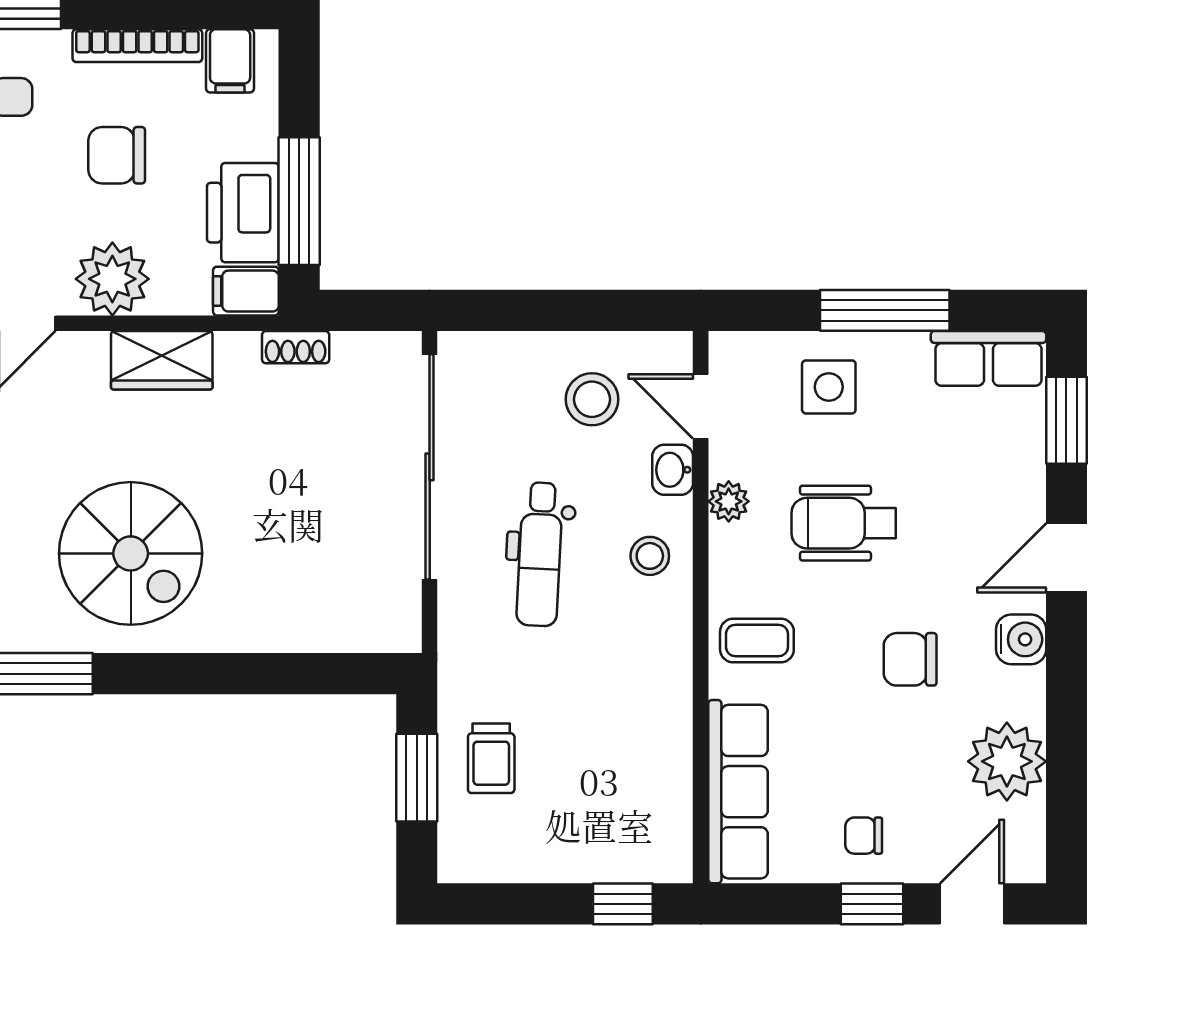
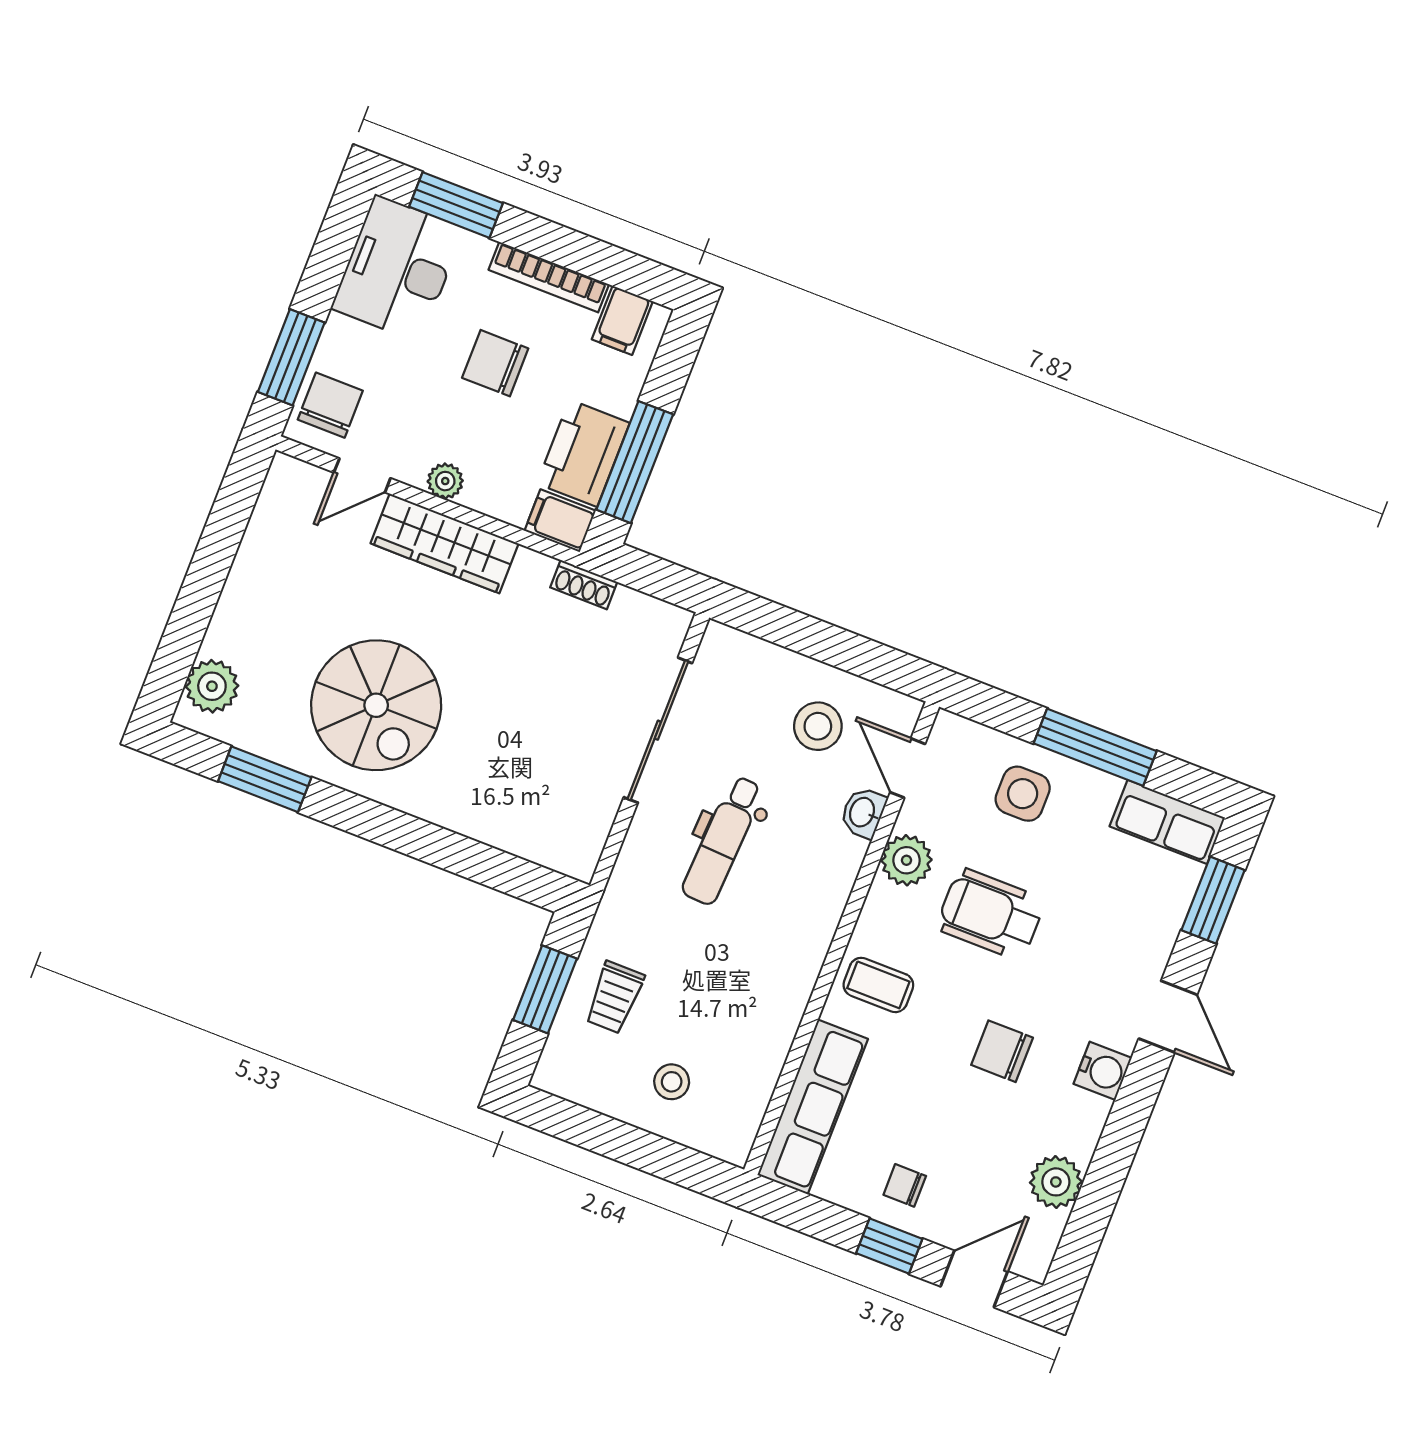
plant: (112, 279) -> (445, 481), width x0.53, depth x0.53
wardrobe: (162, 360) -> (445, 543), width x1.50
sliding door: (430, 467) -> (658, 730), width x0.73
plant: (729, 501) -> (906, 860), width x1.38, depth x1.38
stool: (650, 556) -> (672, 1082), moved
door: (1066, 558) -> (1168, 1017), swing flipped
plant: (1007, 761) -> (1056, 1182), width x0.73, depth x0.73
window: (623, 904) -> (678, 1164), removed

